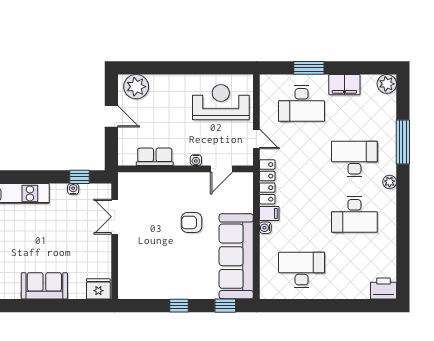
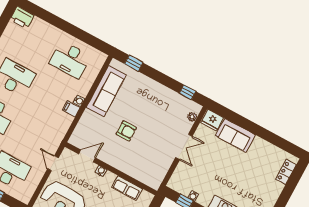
locker: (267, 182) -> (61, 131), removed
double door: (115, 217) -> (184, 147), moved
sofa: (236, 256) -> (106, 91), width x0.74, depth x0.79
plant: (124, 280) -> (192, 117), added
sofa: (44, 286) -> (235, 135), moved
window: (179, 306) -> (188, 92), moved

